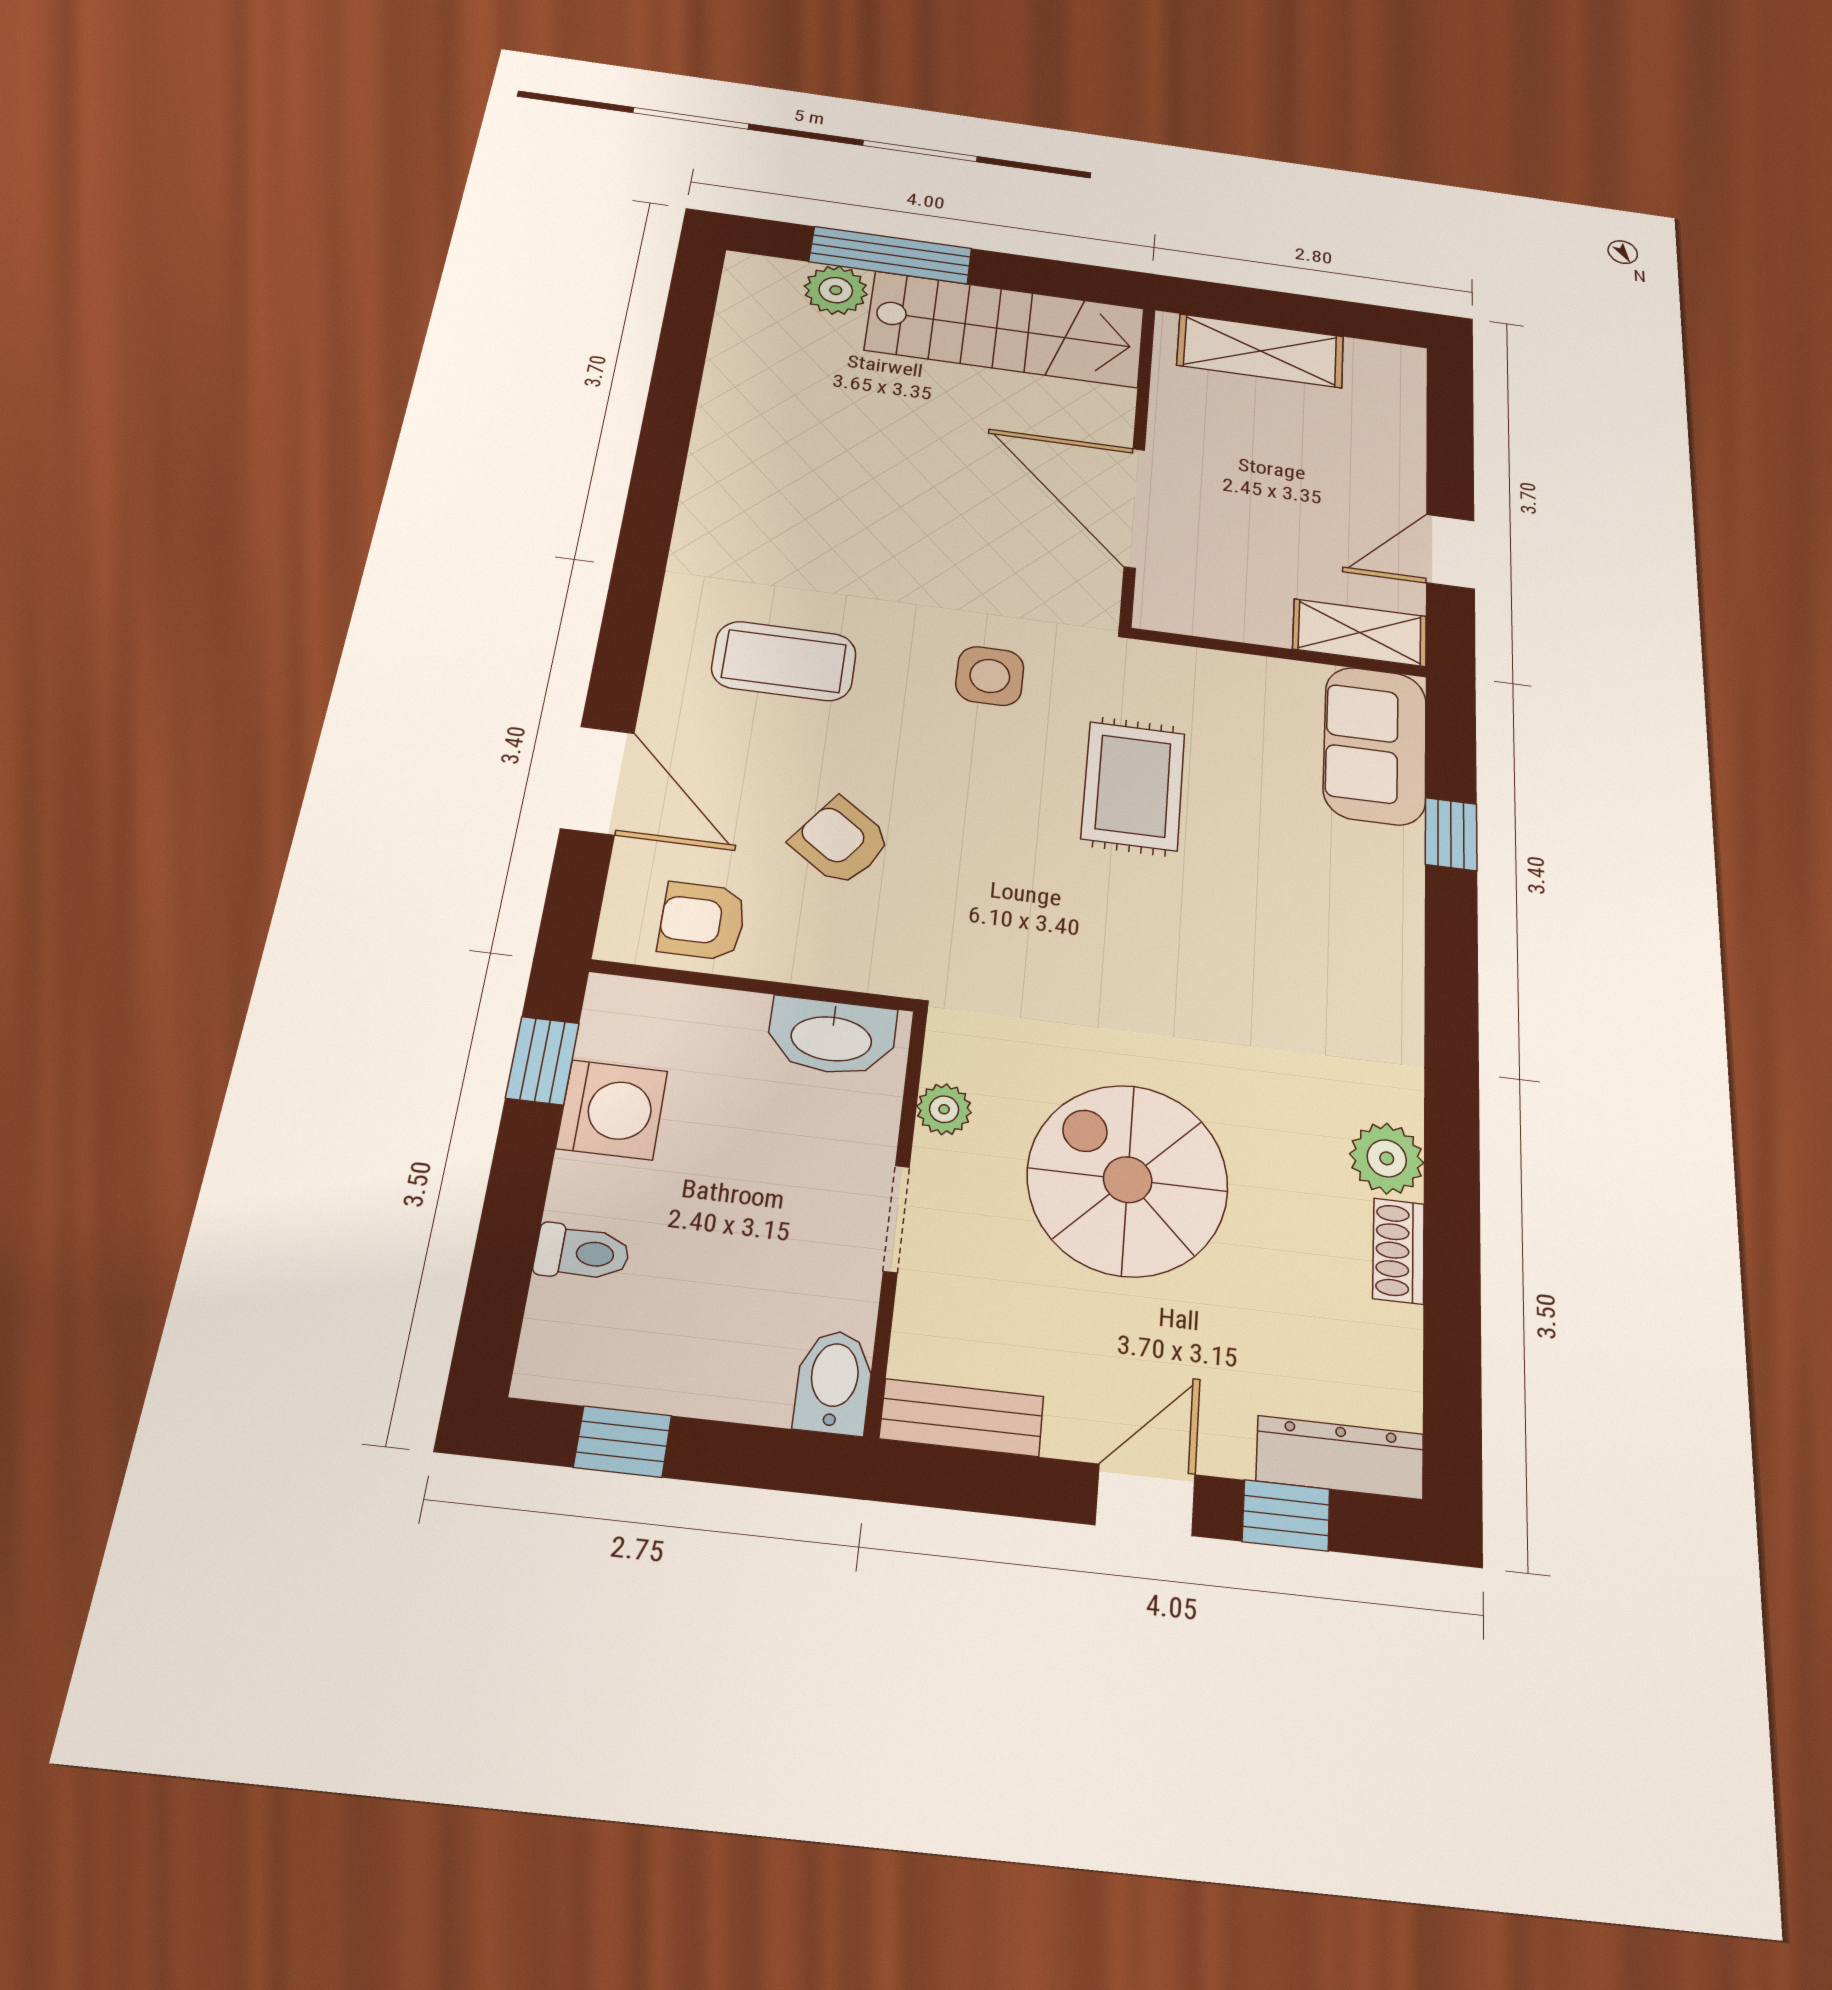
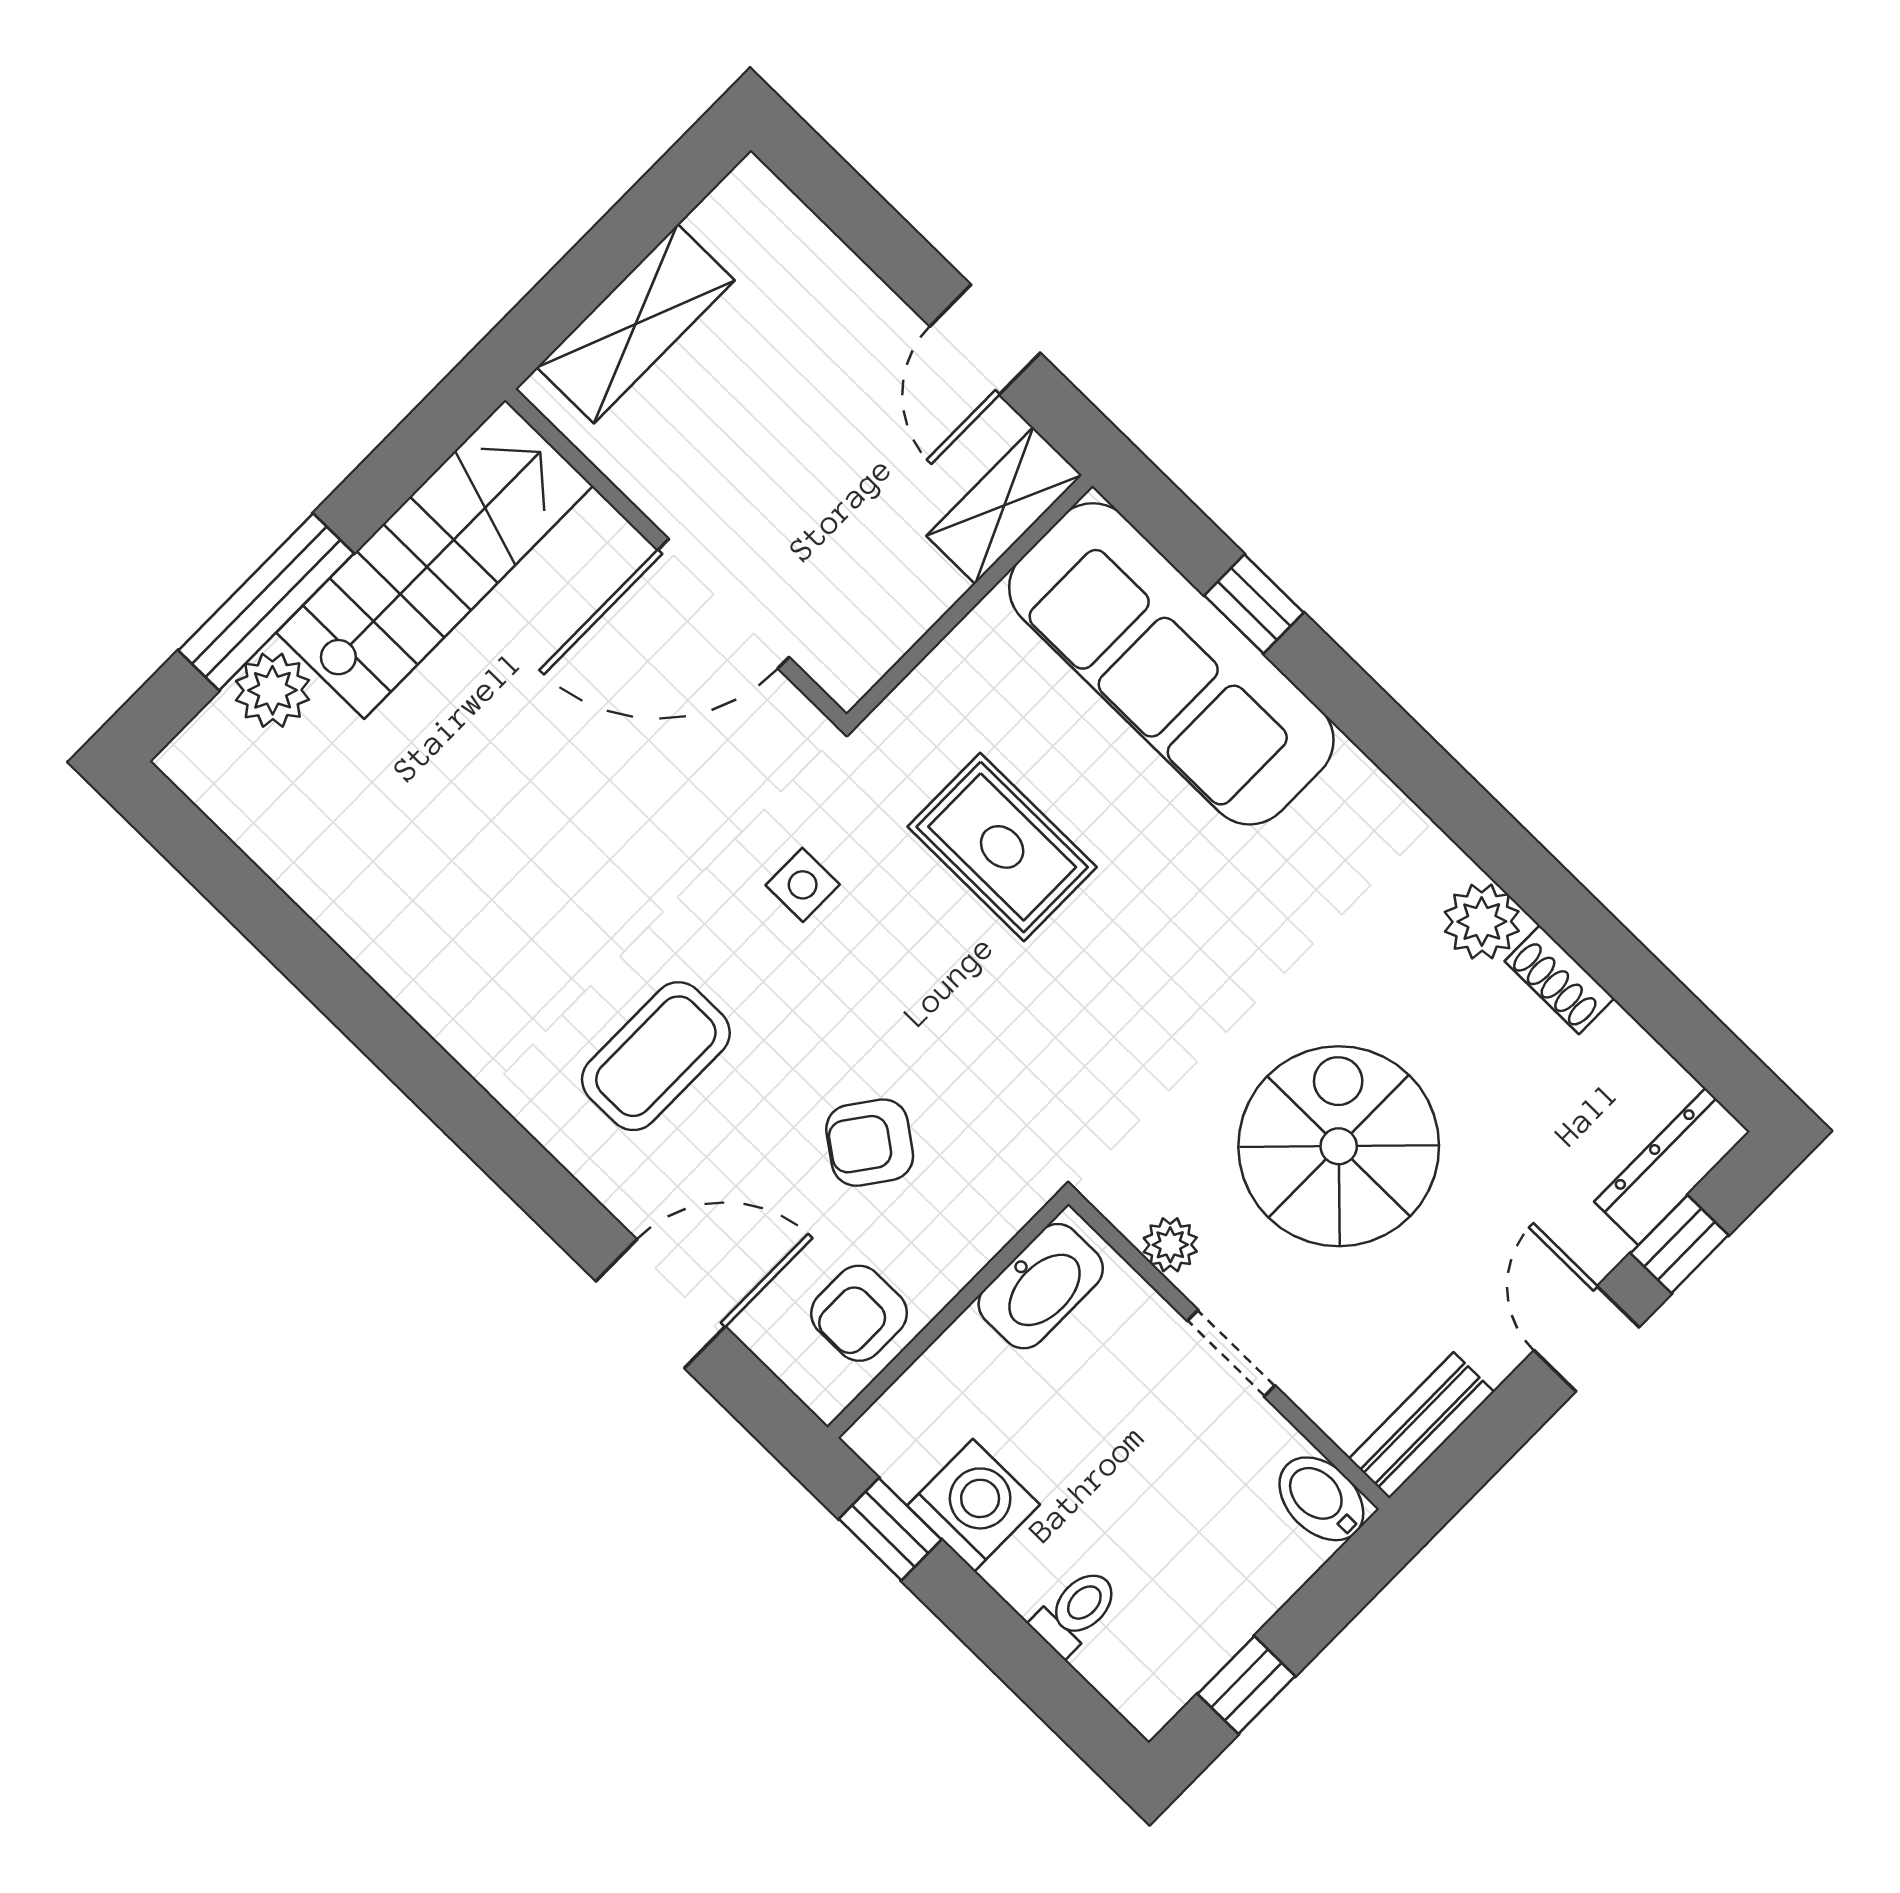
side table: (990, 676) -> (803, 885), width x0.73, depth x0.73
sofa: (1375, 745) -> (1171, 664), width x1.85, depth x1.27
spiral stairs: (1128, 1180) -> (1339, 1146), turned 90

